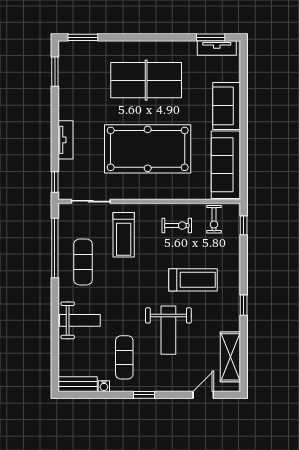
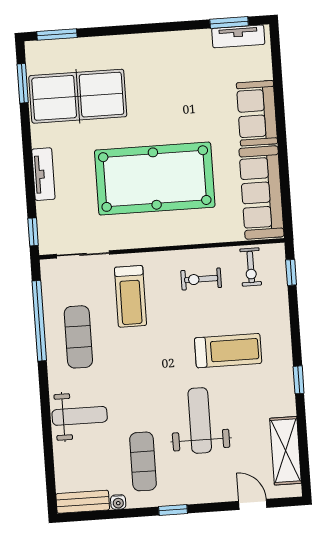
table tennis table: (146, 80) -> (78, 96), moved
exercise bike: (177, 226) -> (201, 279), turned 180
weight bench: (168, 330) -> (200, 420), turned 180
door: (203, 395) -> (253, 504), hinge flipped

